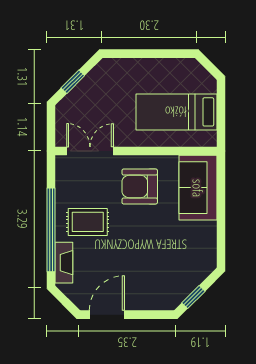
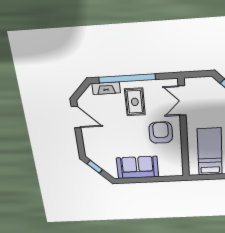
double door: (90, 151) -> (182, 101), swing flipped
sofa: (198, 188) -> (138, 167), moved

